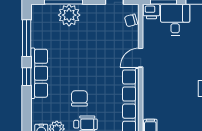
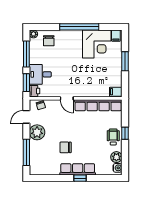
plant: (69, 15) -> (37, 132), moved
window: (27, 38) -> (53, 178), removed
chair: (79, 98) -> (66, 147), moved

